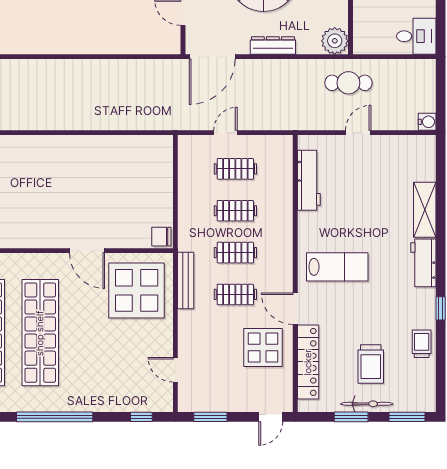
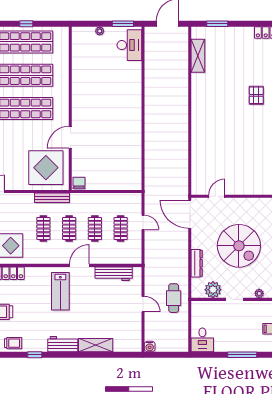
plant: (335, 41) -> (213, 290), moved
dresser: (273, 45) -> (197, 263), moved
door: (295, 309) -> (79, 265), moved

